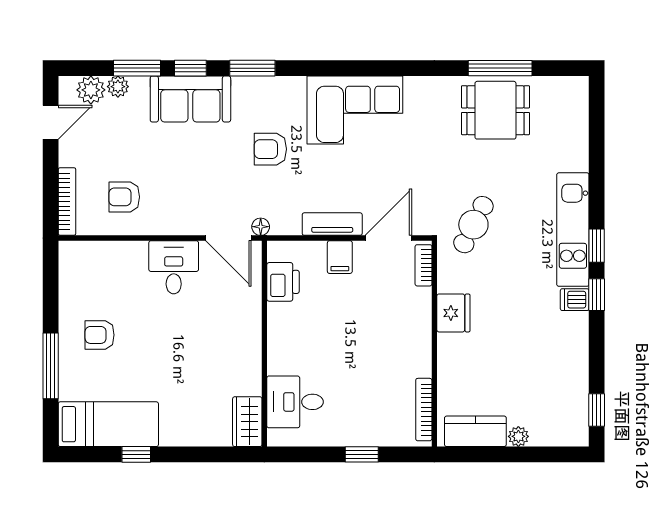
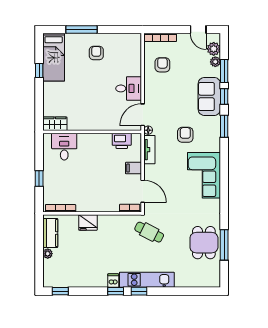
tv unit: (332, 224) -> (149, 150), moved
fridge: (453, 313) -> (88, 222), moved

